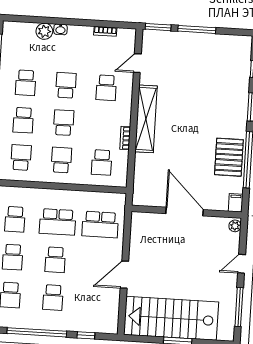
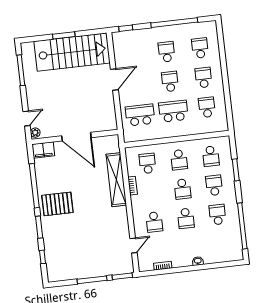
plant: (44, 31) -> (210, 257), removed
school desk: (106, 88) -> (154, 222), turned 180
shelving: (146, 119) -> (116, 180), moved
pallet: (229, 157) -> (57, 204), moved, turned 90
filing cabinet: (236, 203) -> (43, 150), width x2.00
door: (242, 264) -> (27, 119), moved
window: (86, 335) -> (126, 28), moved

